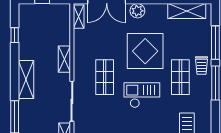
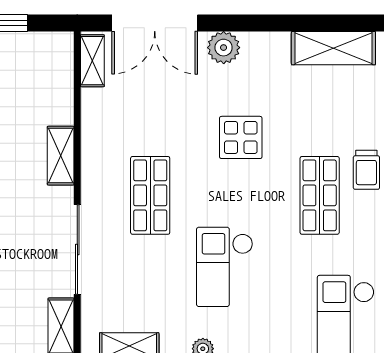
display table: (145, 51) -> (241, 137), width x0.54, depth x0.54
checkout: (142, 95) -> (225, 267), moved, turned -90

